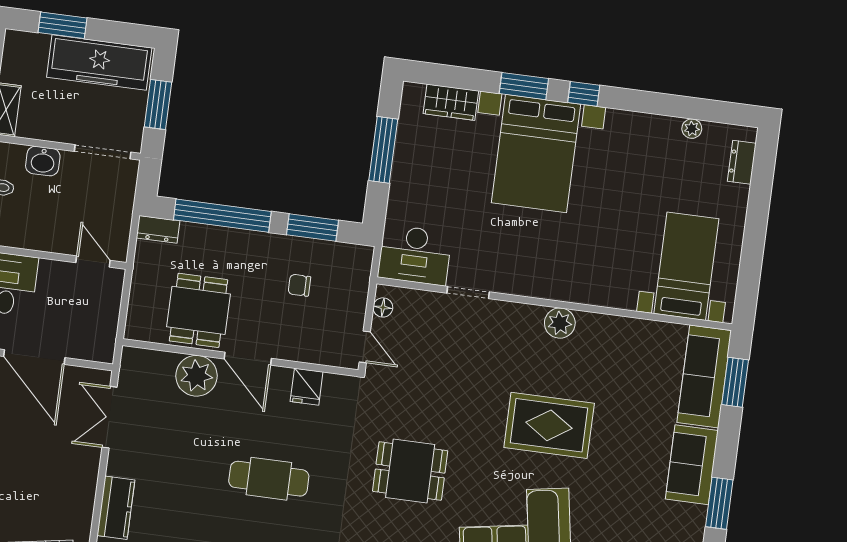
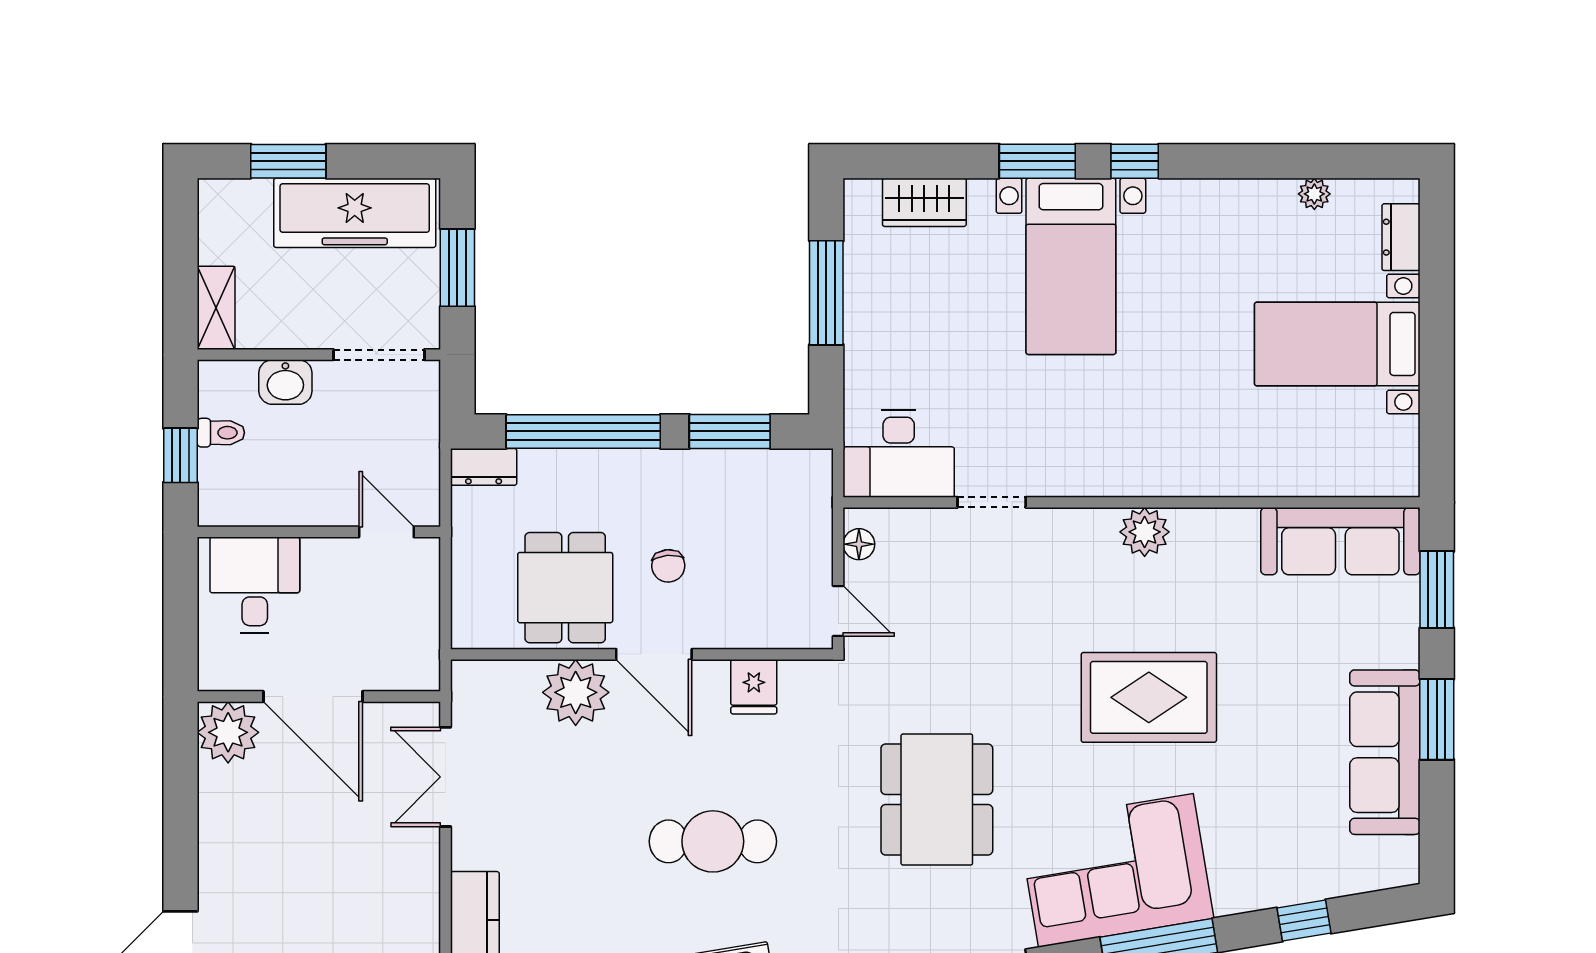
bed with nightstands: (536, 154) -> (1071, 266), width x0.73
bed with nightstands: (686, 266) -> (1337, 344), moved, turned -90
chair: (299, 285) -> (668, 566), moved, turned -95
sofa: (704, 376) -> (1340, 541), moved, turned -90
sofa: (692, 465) -> (1385, 752), width x1.36
dining table: (410, 471) -> (937, 800), width x1.38
window: (719, 503) -> (1437, 719), moved

